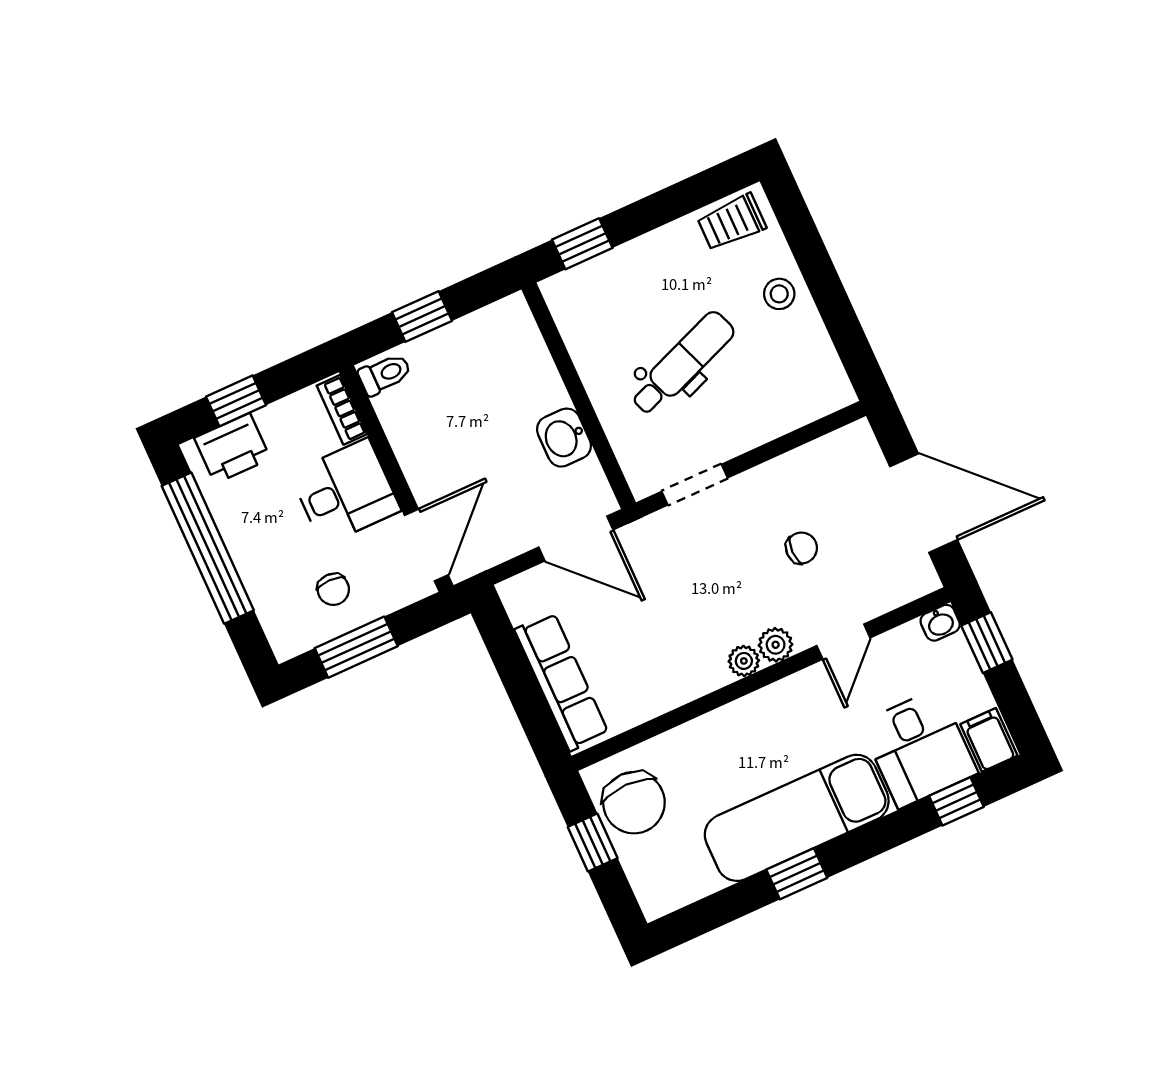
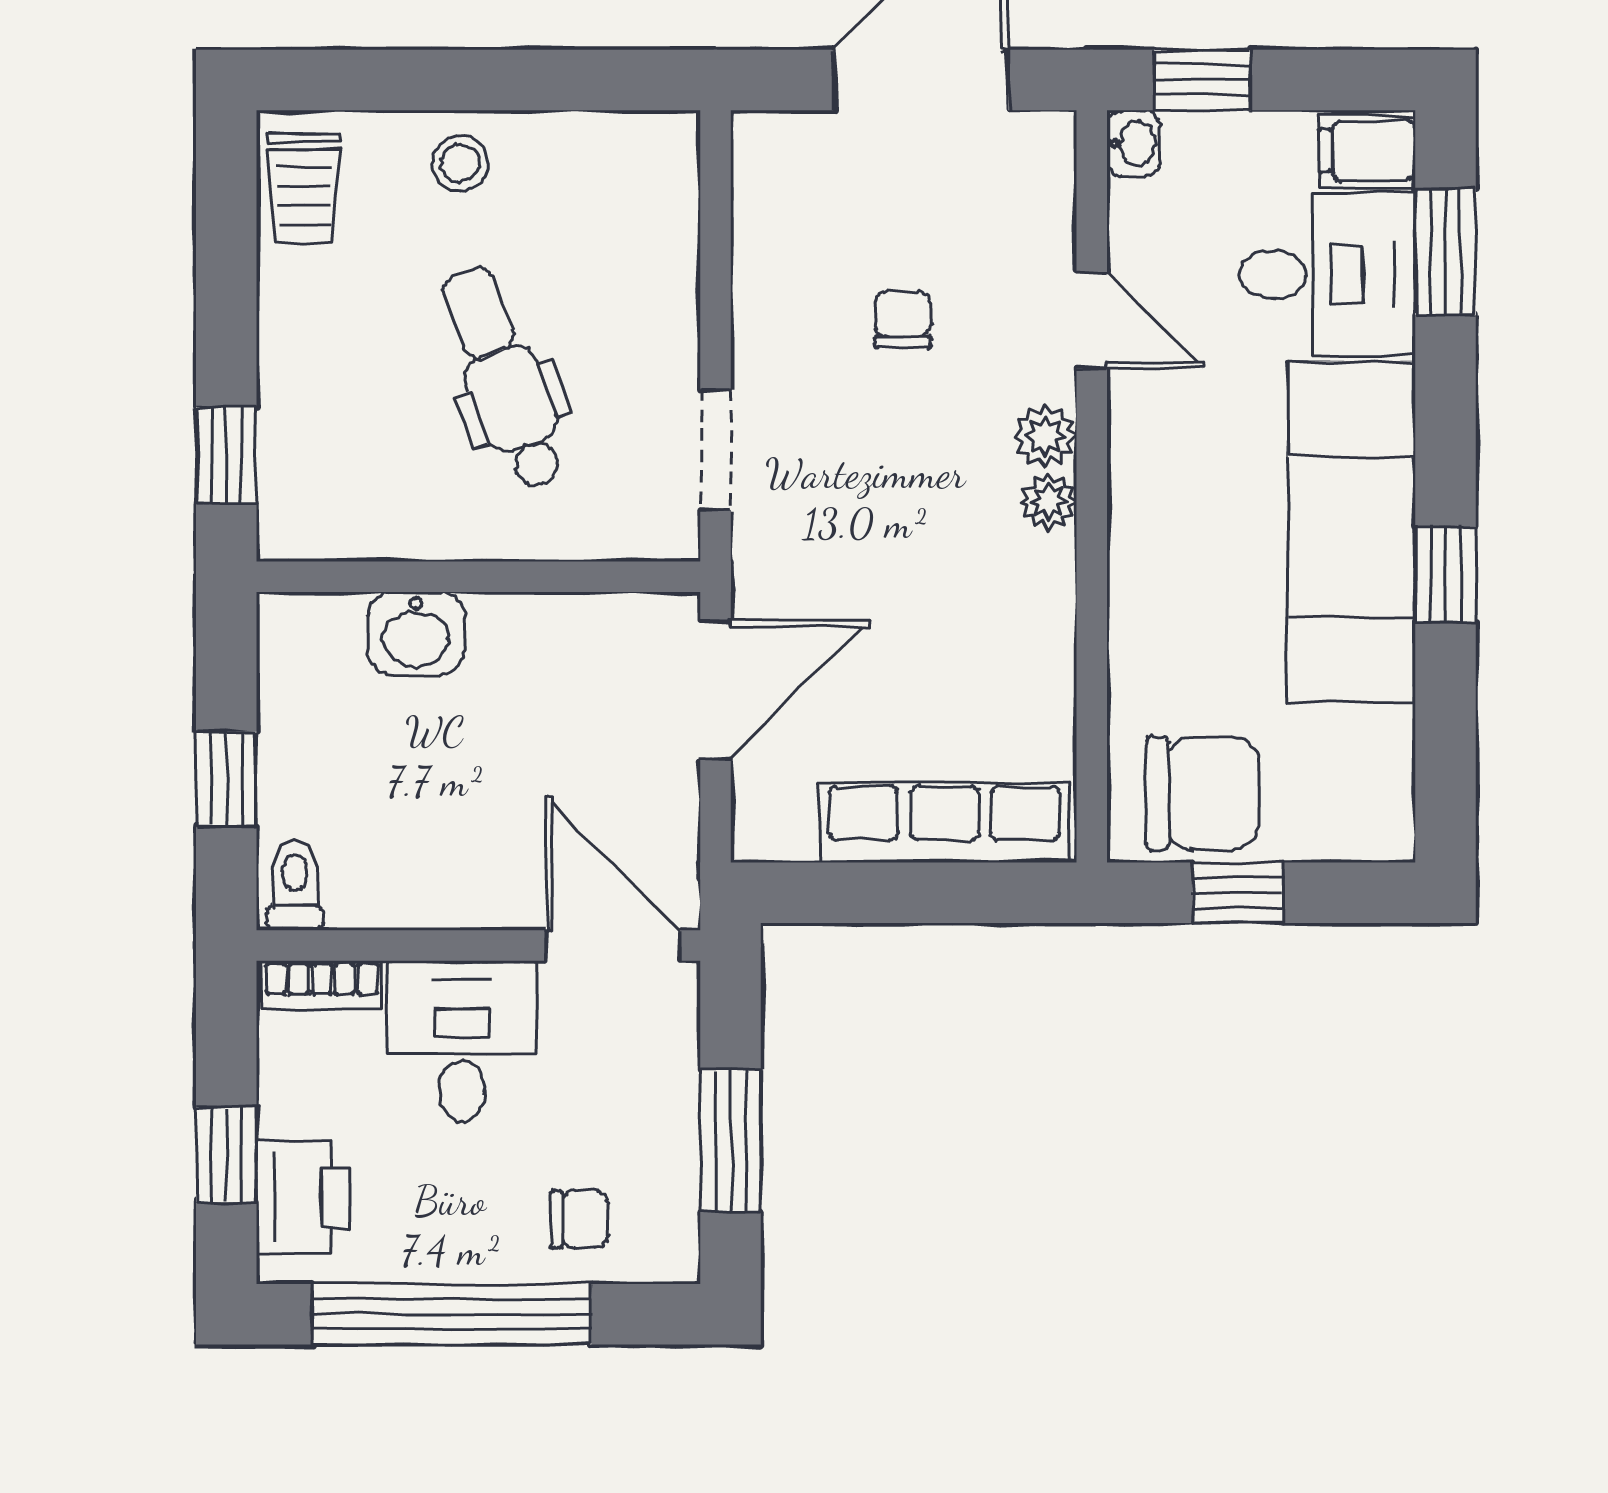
washbasin: (564, 438) -> (416, 633), moved
chair: (333, 589) -> (580, 1219), moved
window: (956, 801) -> (1445, 252), width x1.50

